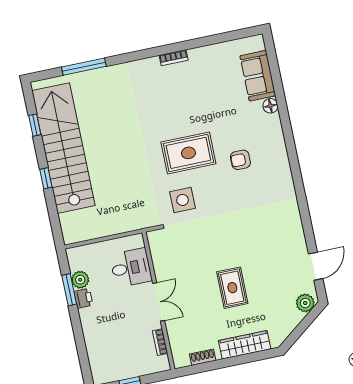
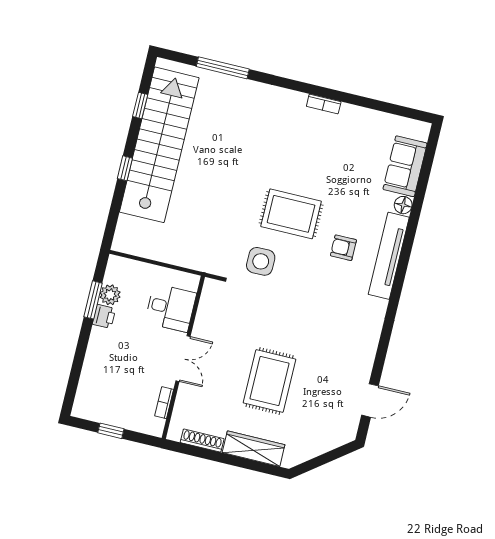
tv unit: (278, 150) -> (389, 256), added
rug: (232, 288) -> (269, 381), width x1.36, depth x1.43
plant: (305, 303) -> (340, 435), removed
shoe rack: (203, 357) -> (202, 441), width x1.43

